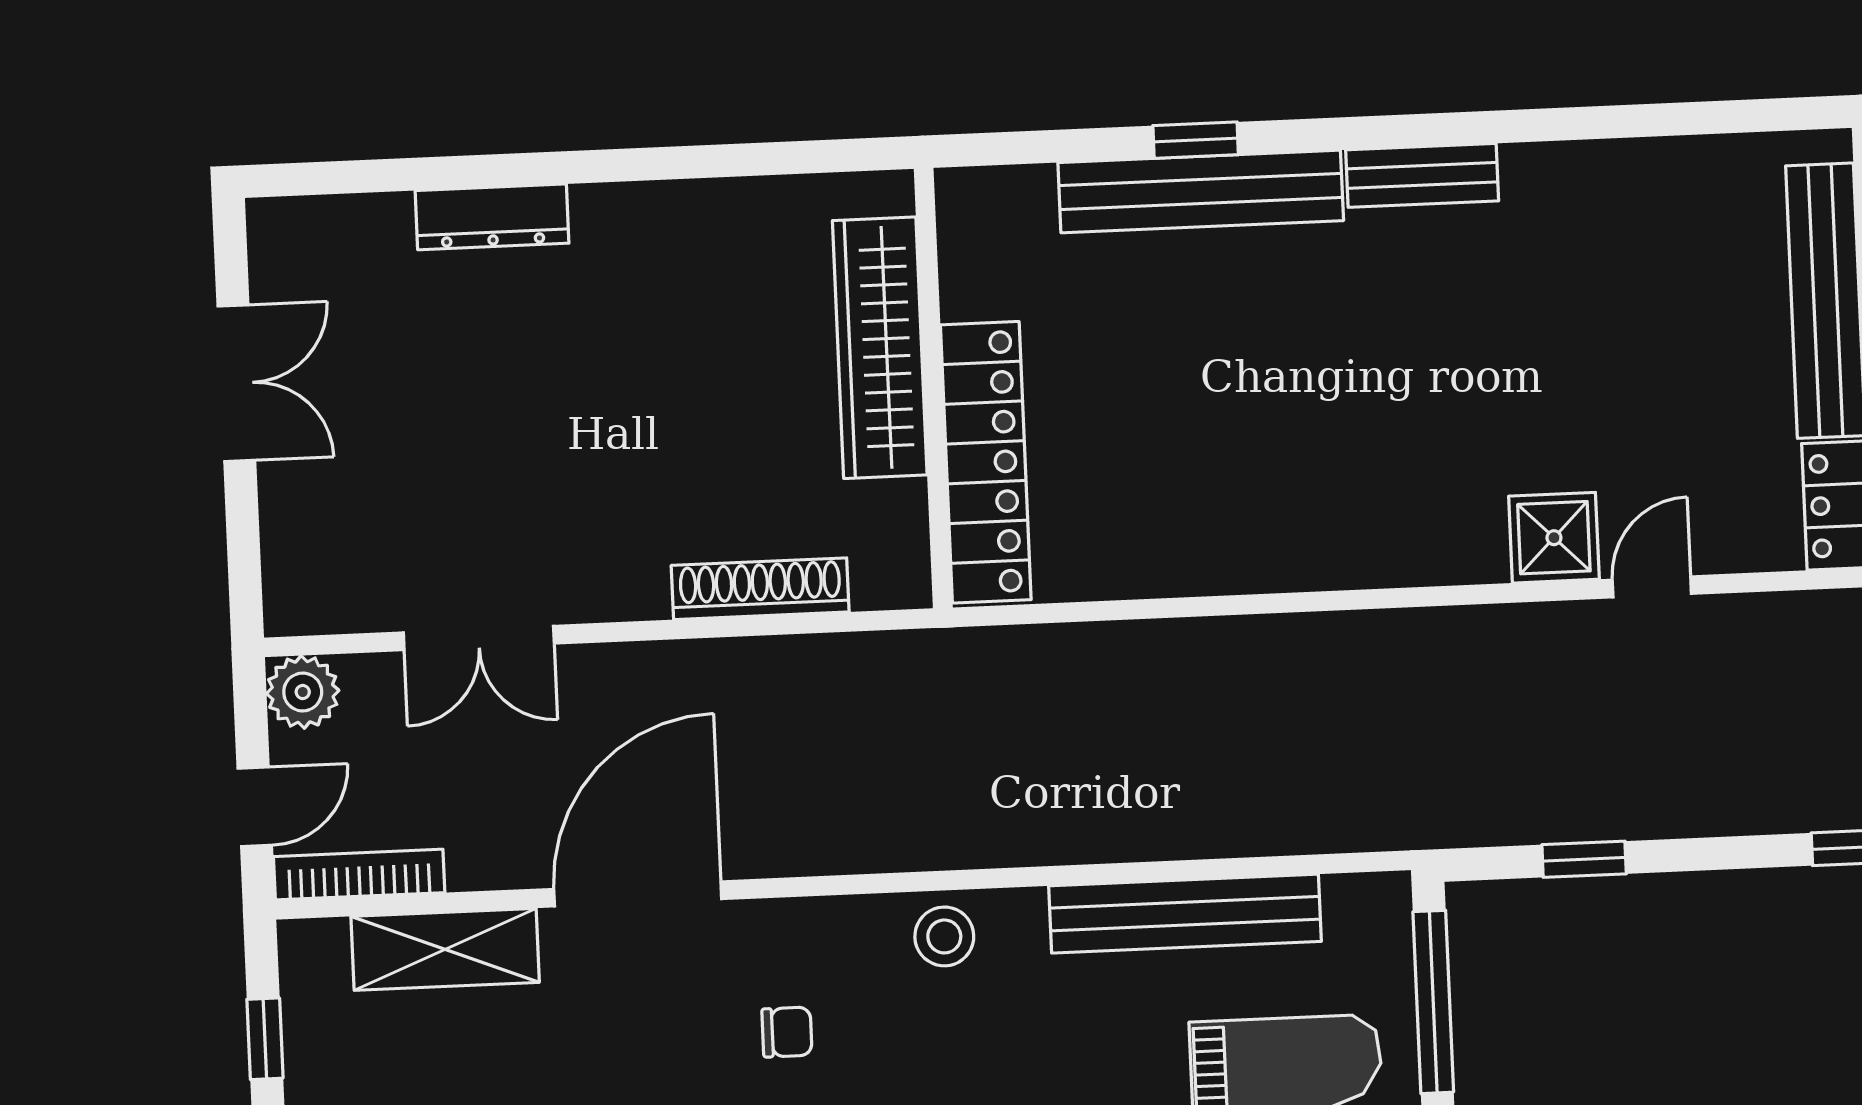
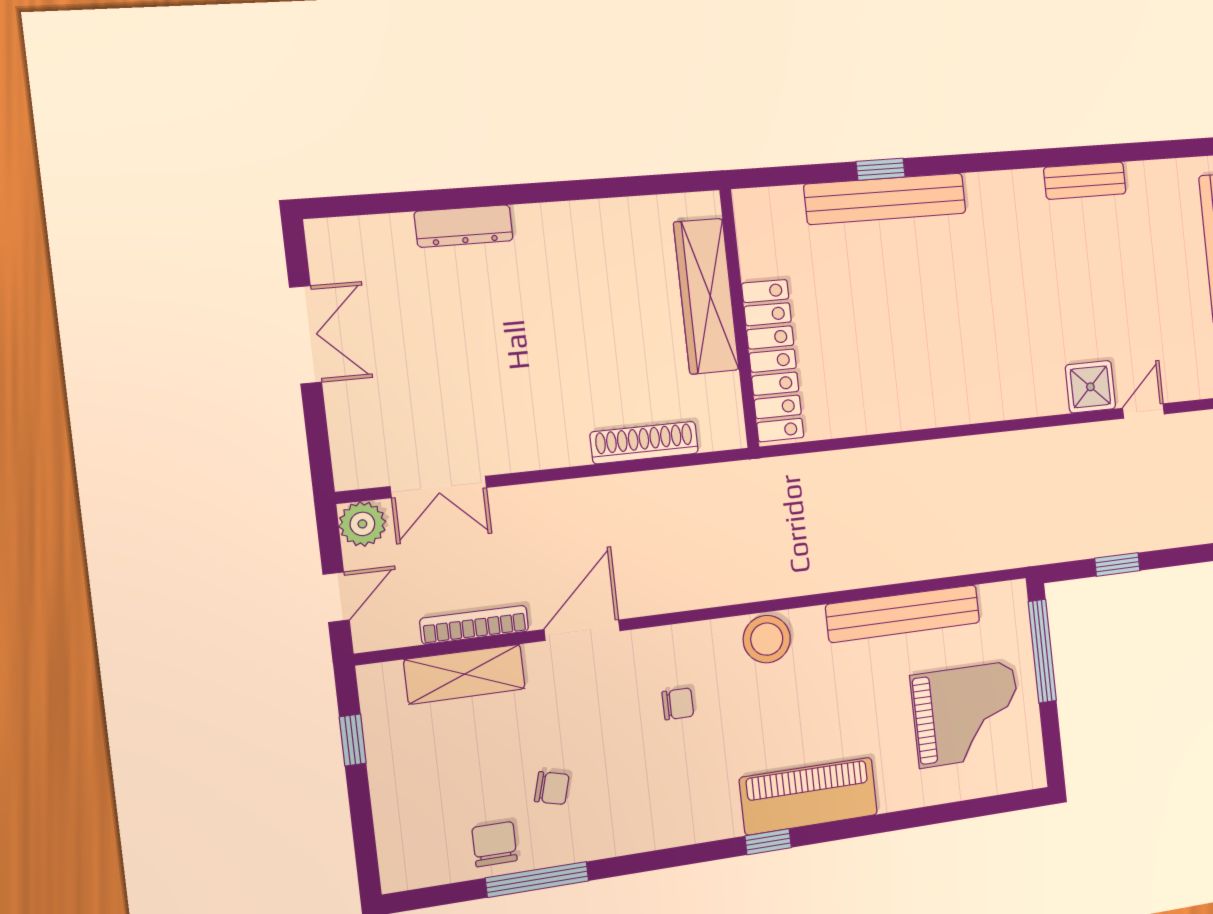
bench: (1422, 175) -> (1085, 181), moved
double door: (479, 638) -> (439, 487), moved
bookcase: (359, 875) -> (474, 625), moved
door: (638, 894) -> (582, 630), width x0.73
stool: (944, 936) -> (767, 639), width x1.38, depth x1.38

